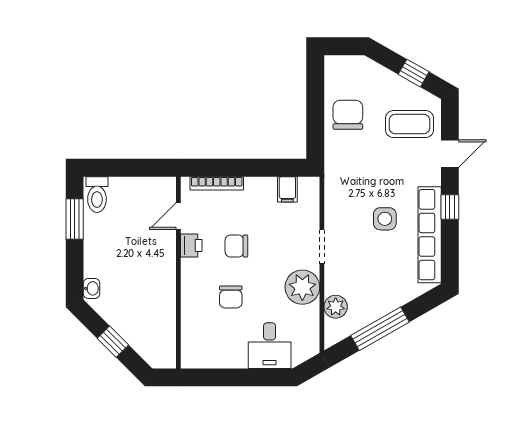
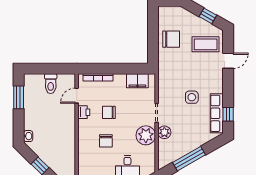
chair: (348, 115) -> (171, 39), turned 90
filing cabinet: (287, 189) -> (137, 81), width x2.00
toilet: (97, 195) -> (51, 84), moved
window: (450, 207) -> (228, 114), moved
row of seats: (430, 235) -> (217, 113), width x0.73
plant: (336, 307) -> (164, 132), moved

